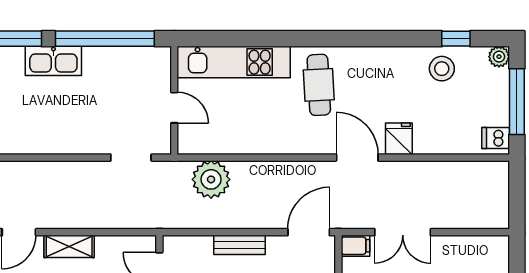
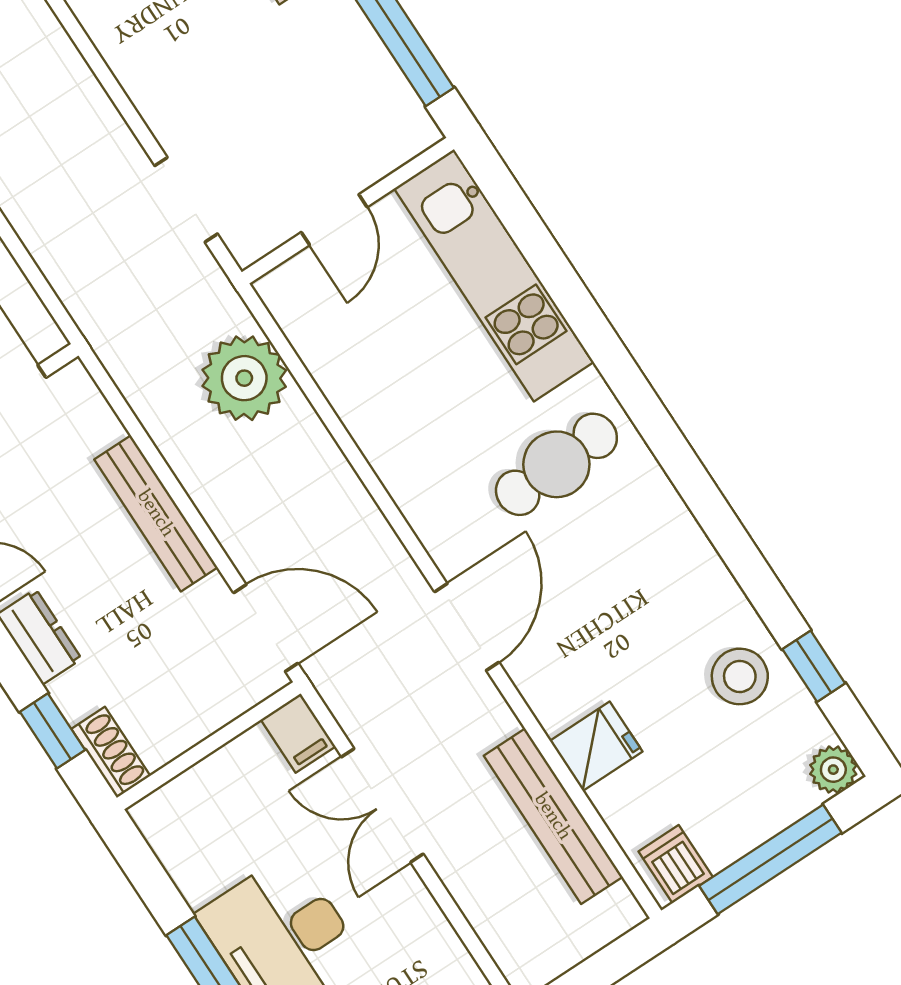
fridge: (399, 139) -> (596, 746), moved
bench: (448, 172) -> (553, 816), added
bench: (240, 245) -> (156, 513), width x1.36

